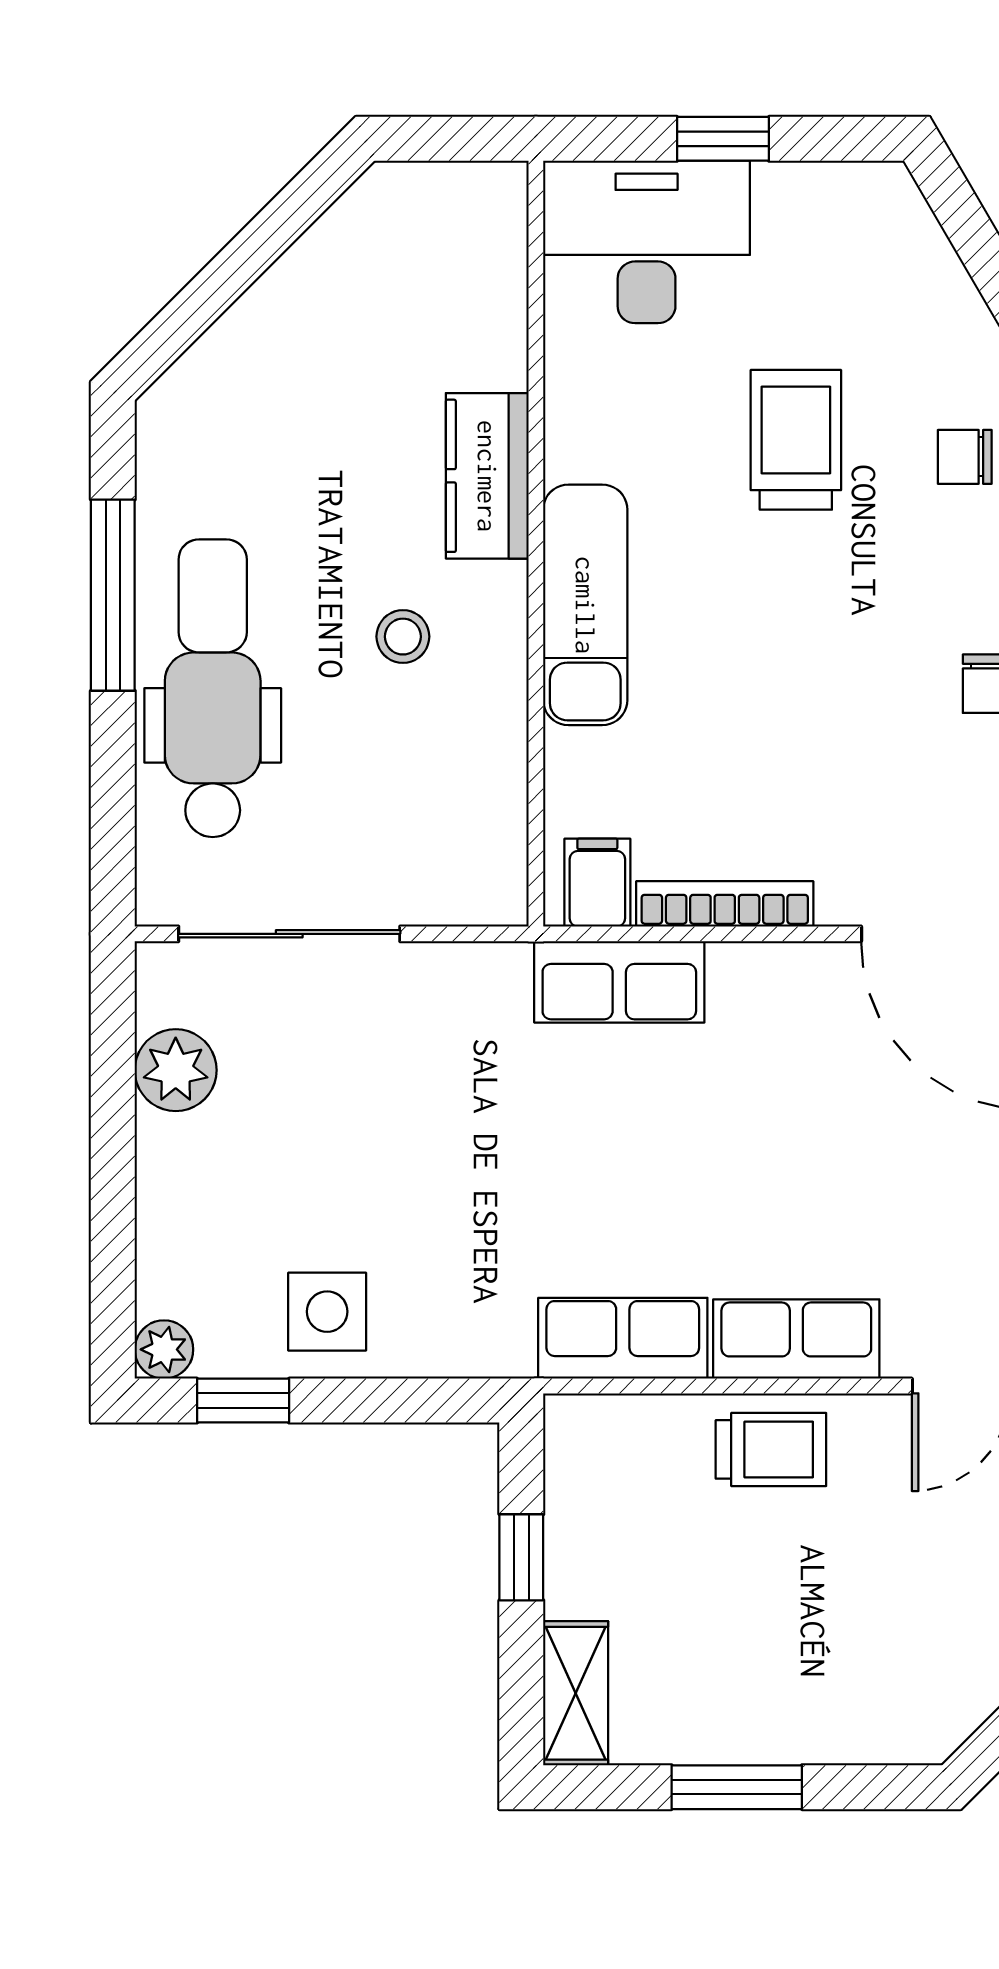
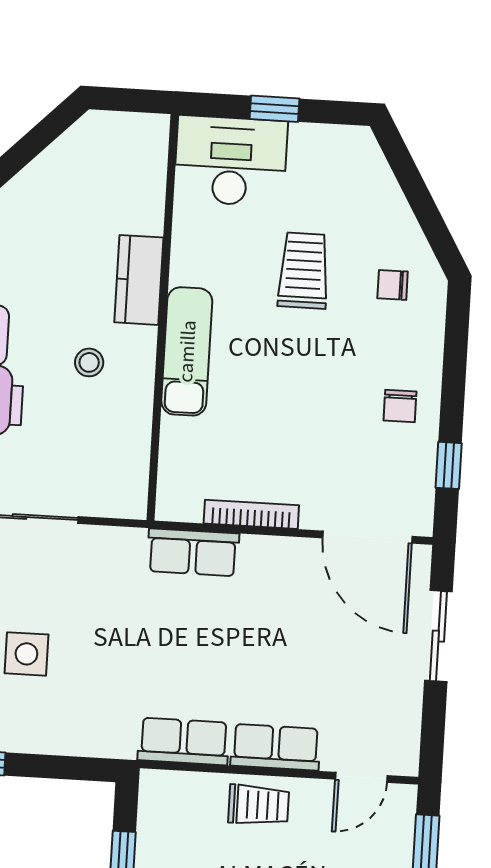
filing cabinet: (597, 883) -> (184, 499), removed
side table: (327, 1312) -> (26, 654), moved

